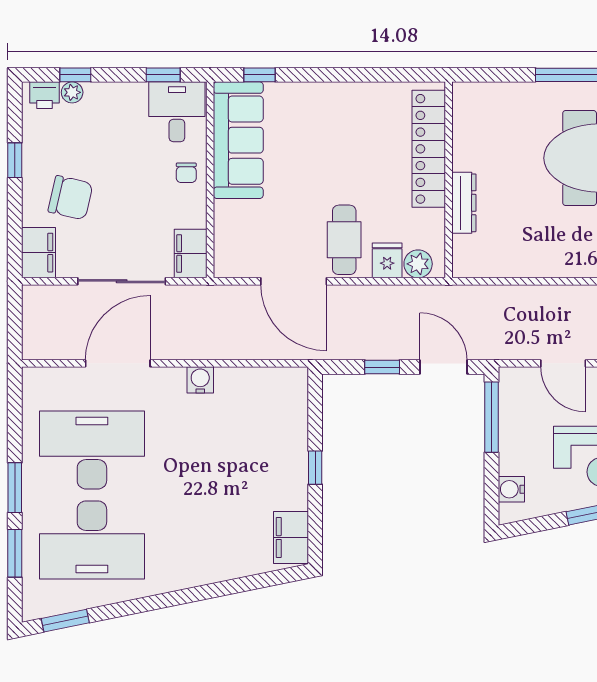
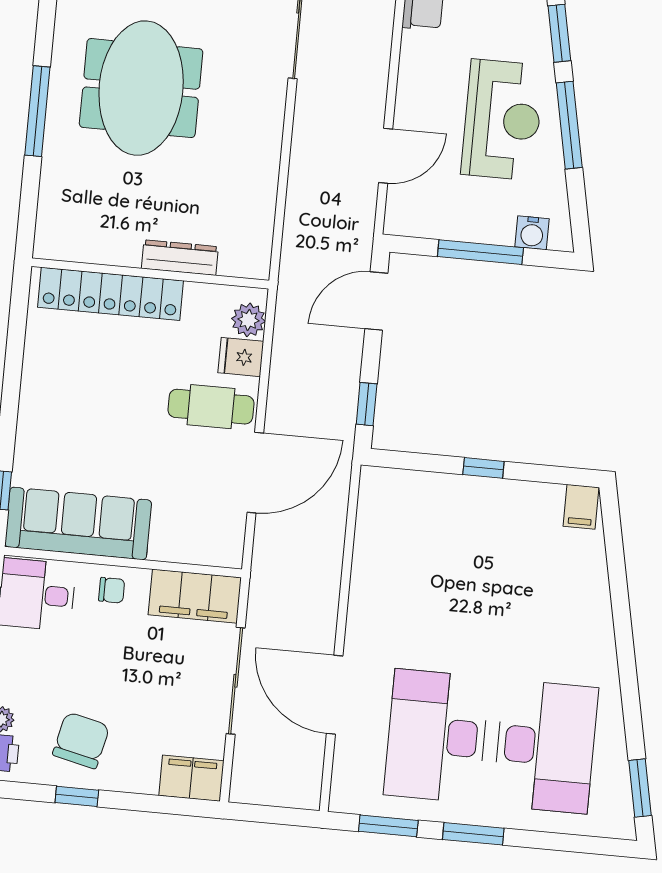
chair: (70, 198) -> (81, 740), moved
filing cabinet: (191, 254) -> (195, 596), width x1.50, depth x1.17
window: (382, 367) -> (367, 404), moved
water cooler: (200, 380) -> (364, 597), removed
window: (492, 417) -> (480, 252), moved
filing cabinet: (291, 538) -> (581, 507), width x0.50
window: (15, 553) -> (388, 826), moved

